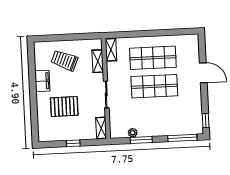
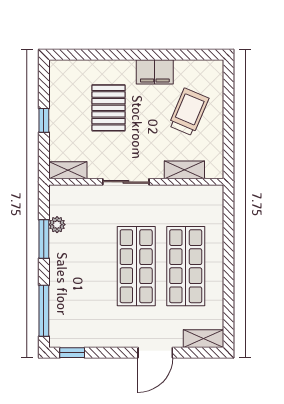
shelving: (111, 50) -> (203, 339), moved

